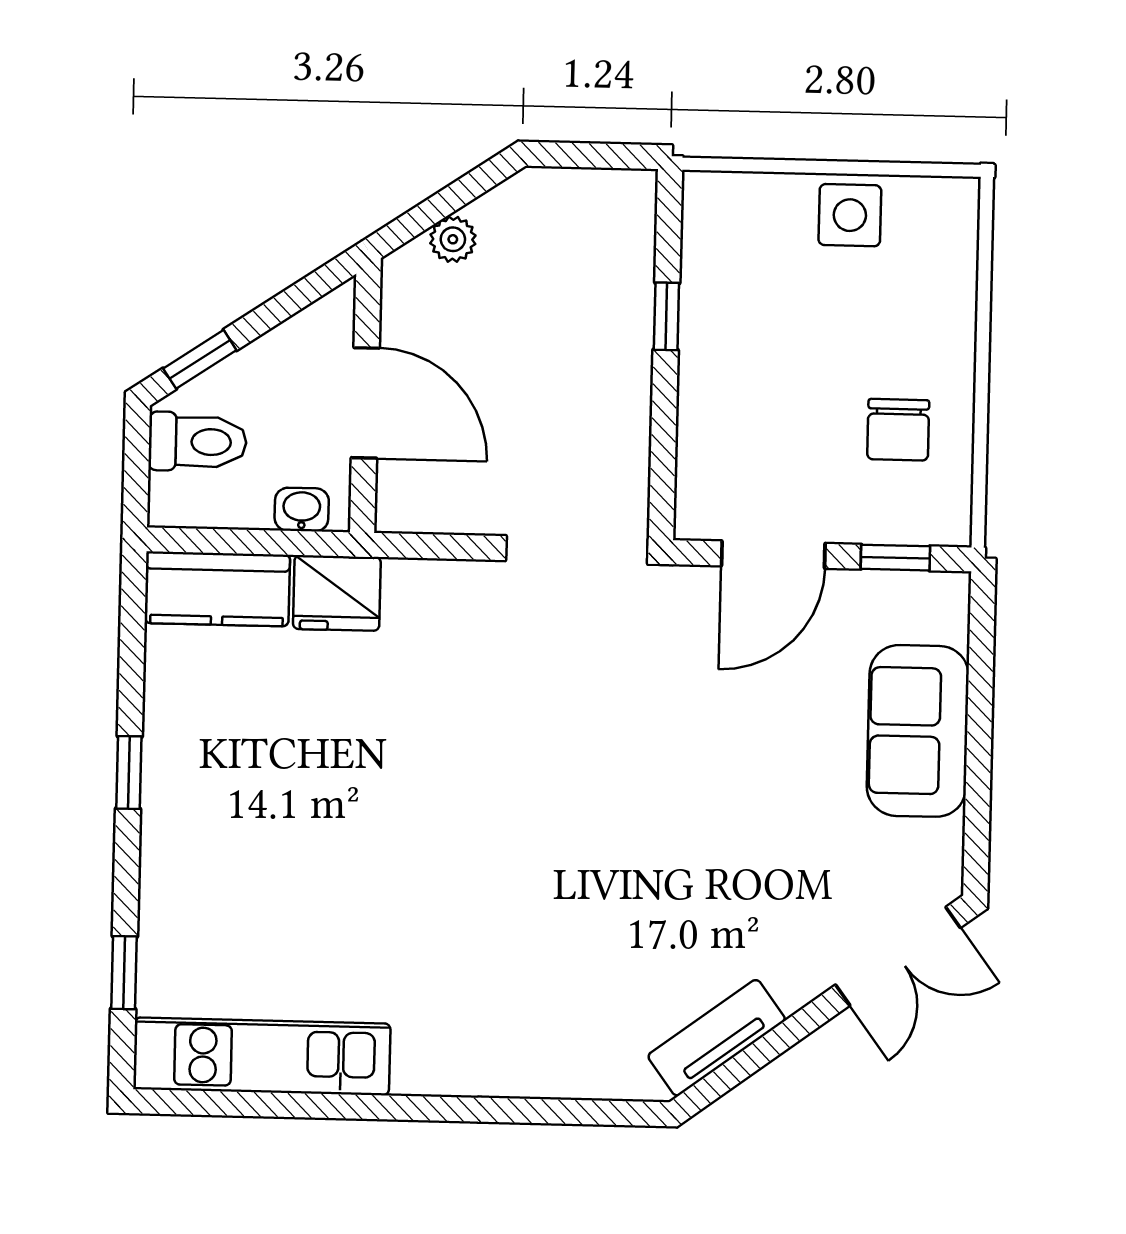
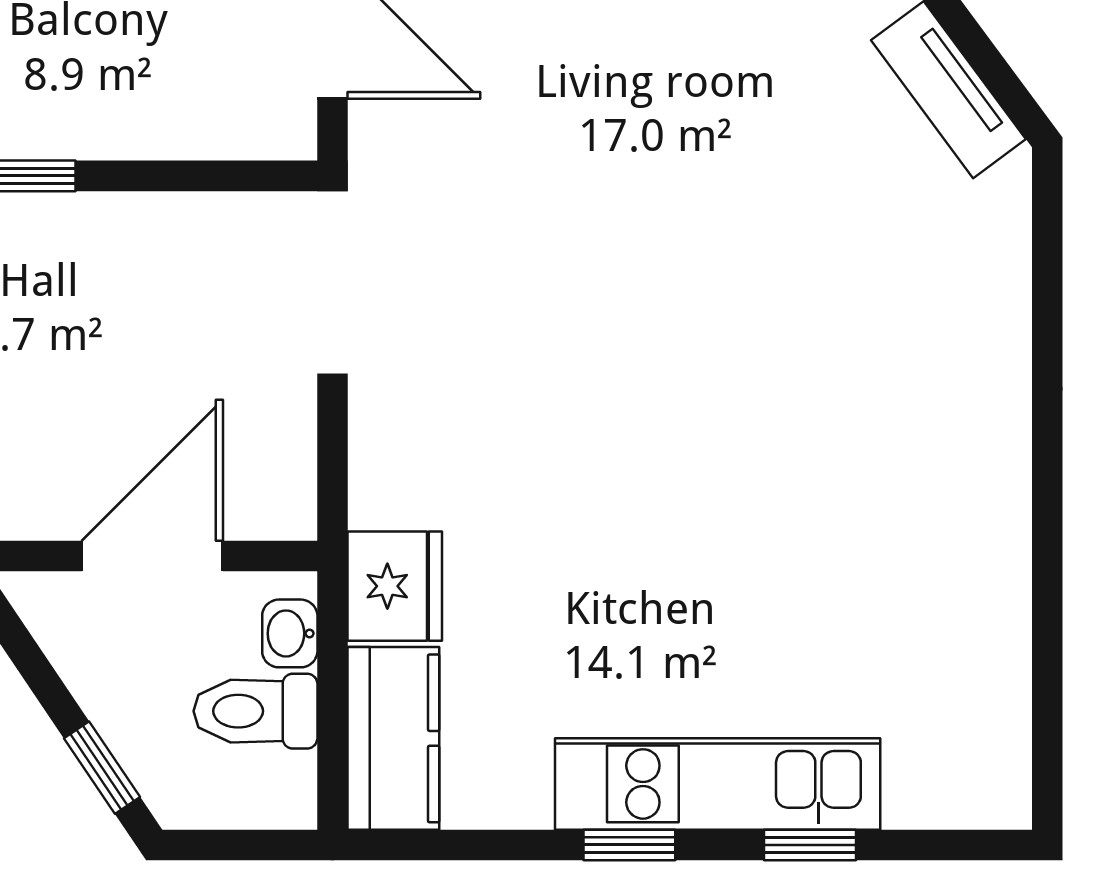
toilet: (198, 442) -> (255, 711), moved, turned -90
window: (124, 973) -> (810, 845), moved
kitchen unit: (262, 1056) -> (718, 784), moved, turned 90

